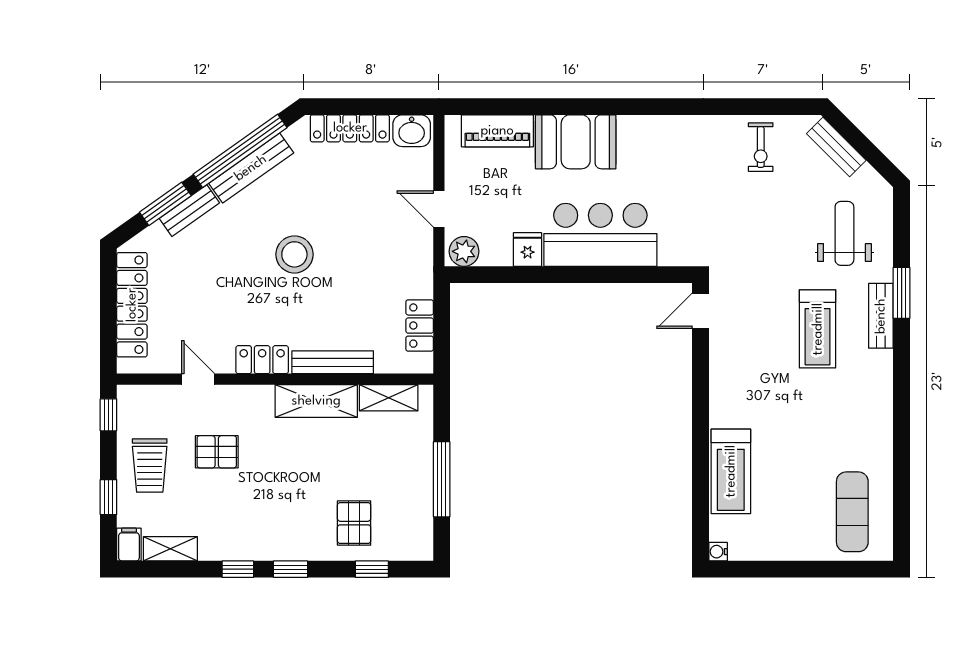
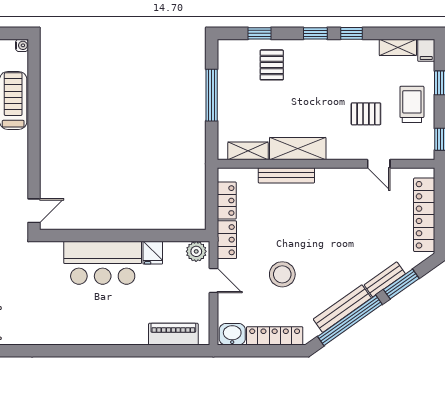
booth: (576, 142) -> (120, 327), removed
stool: (294, 254) -> (282, 274), moved
locker: (262, 360) -> (227, 240), moved, turned -90

